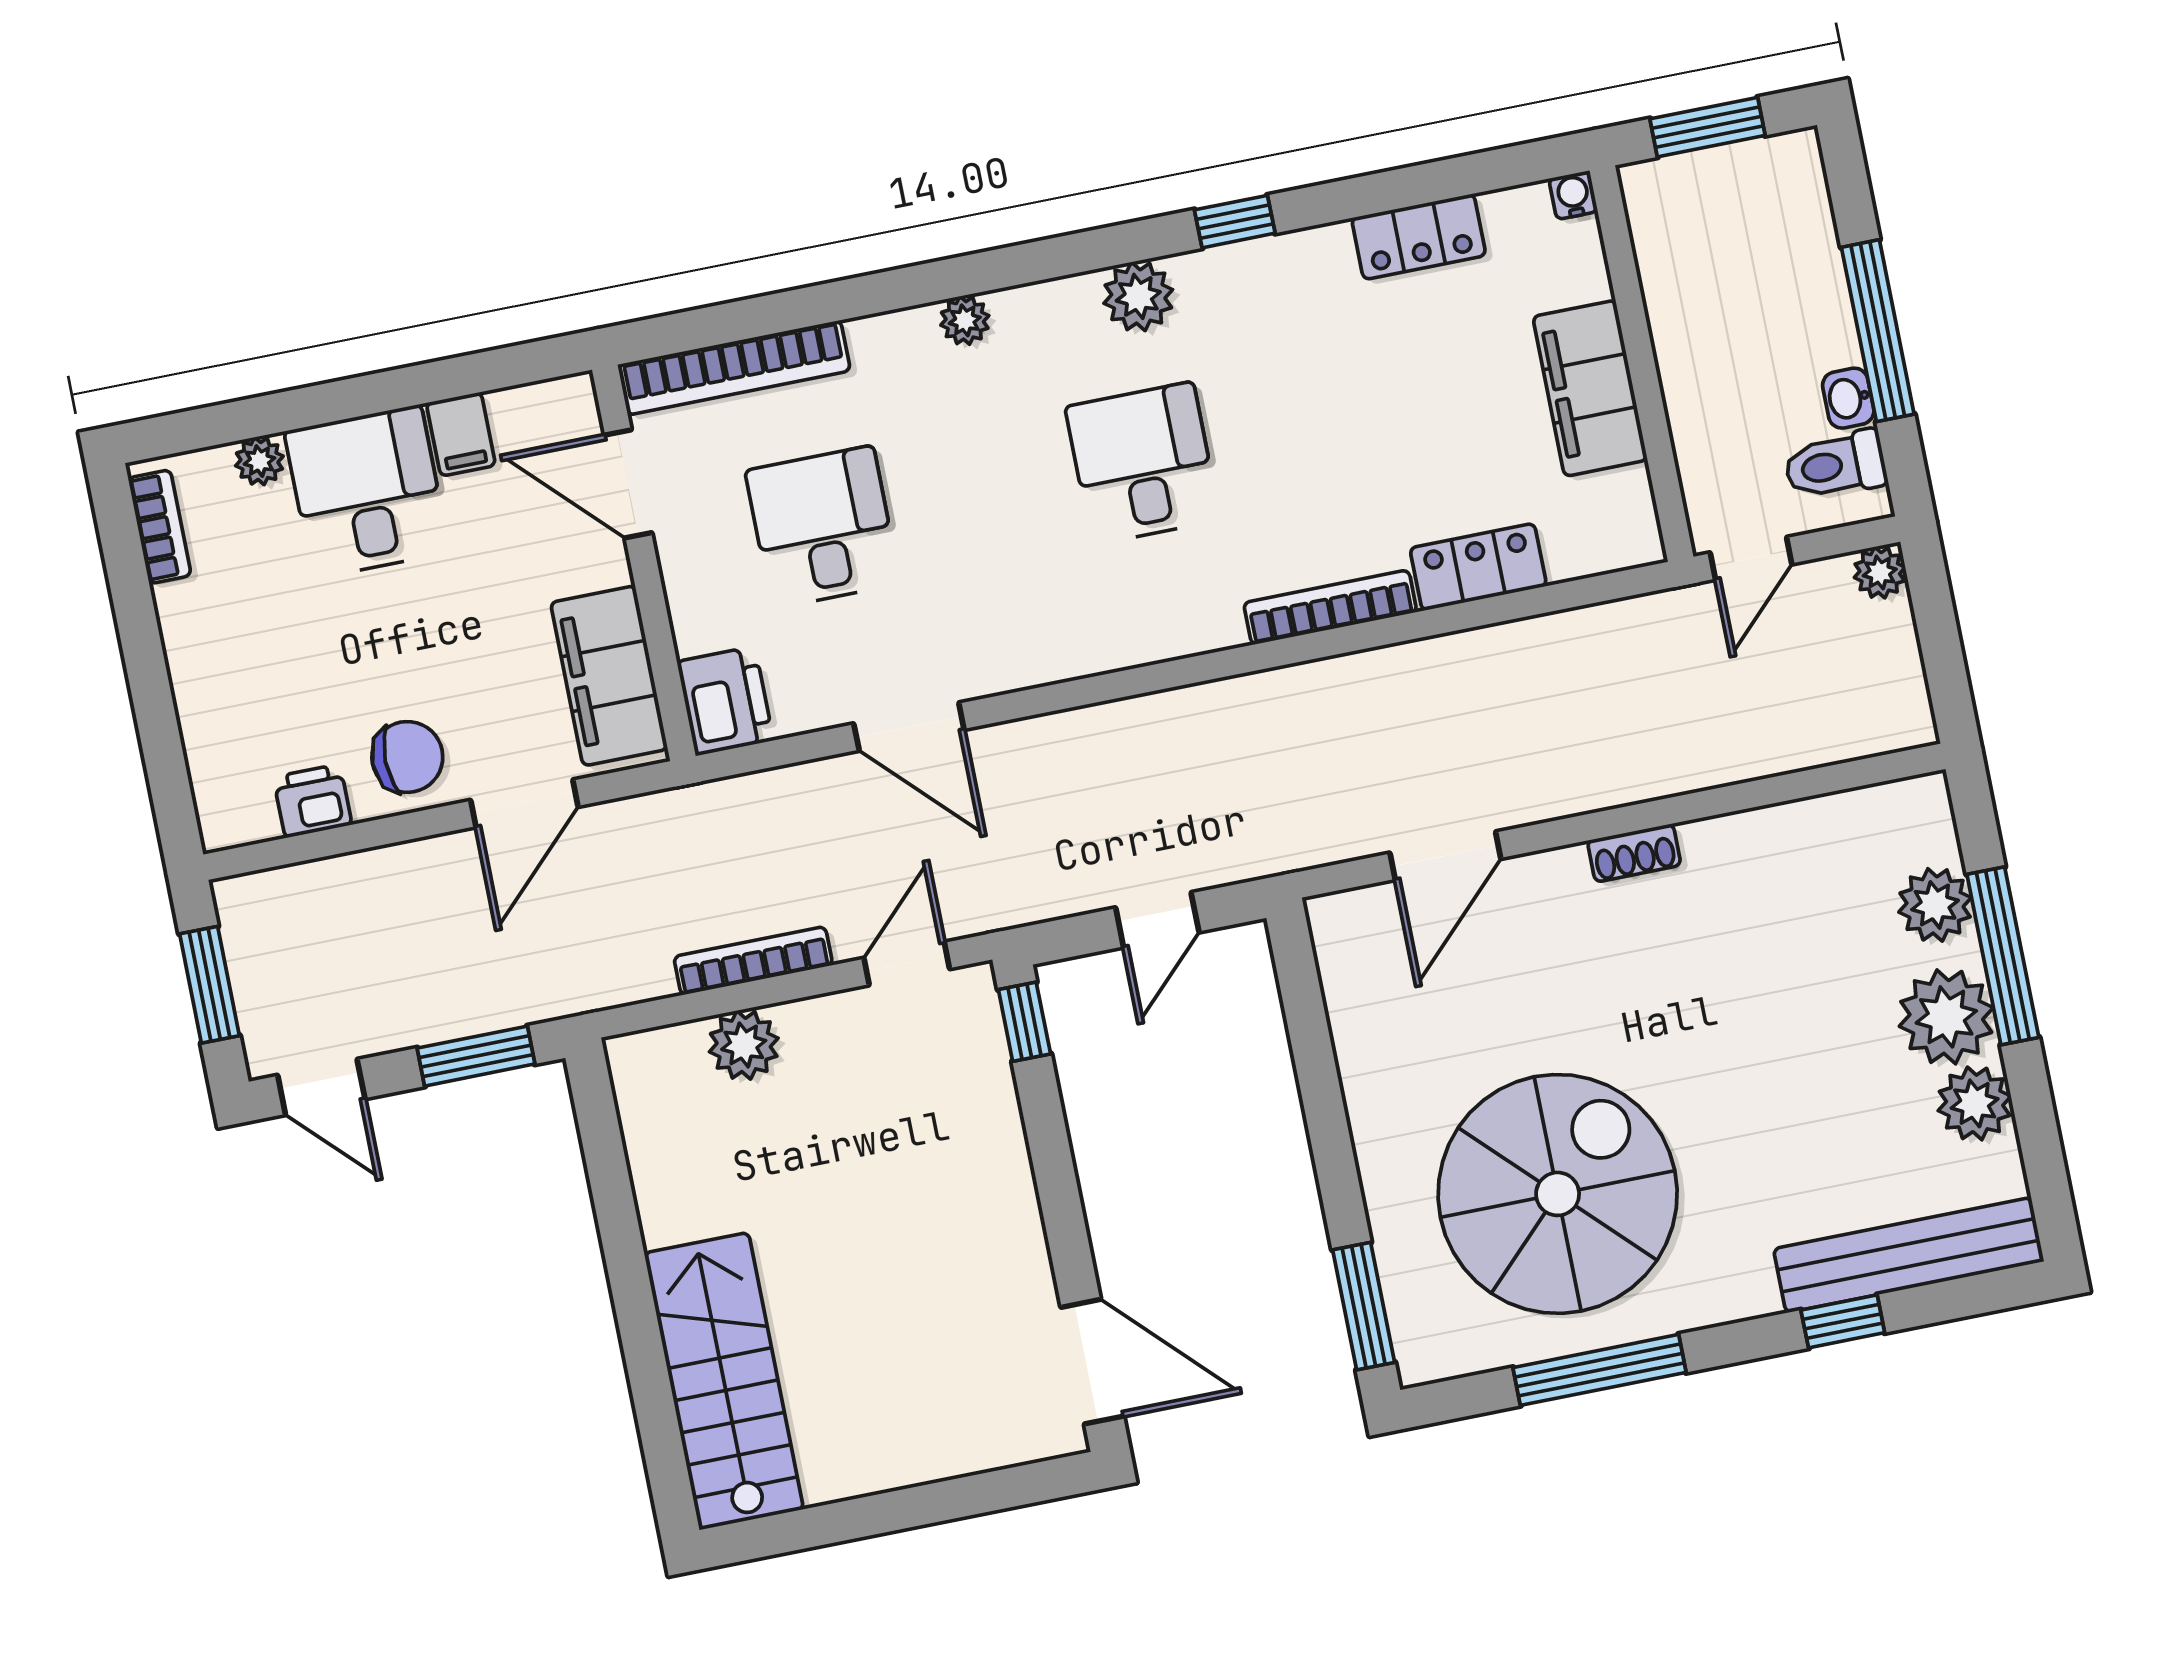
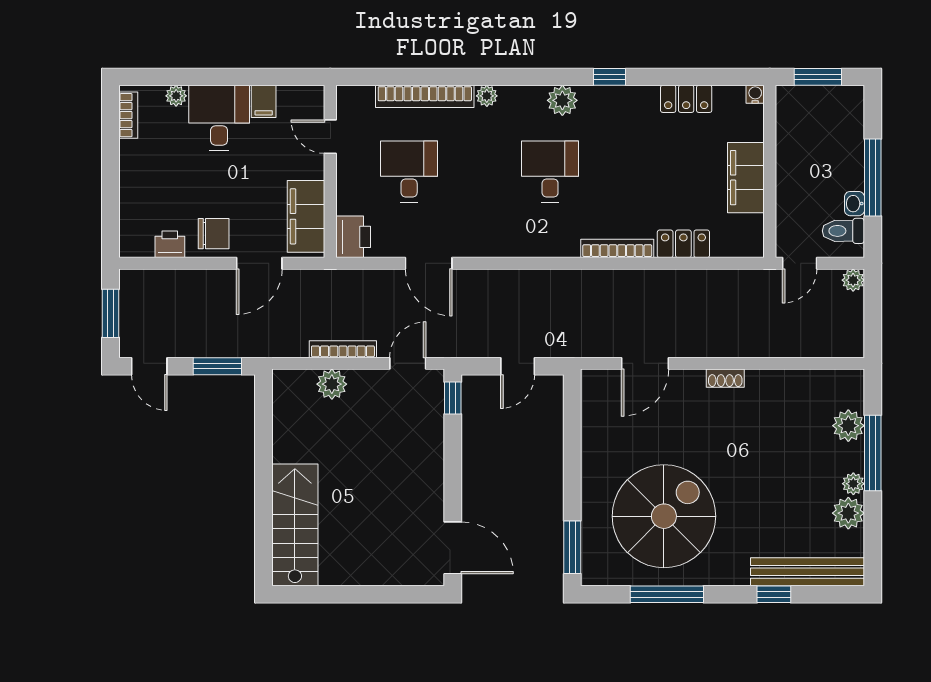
bookcase: (734, 368) -> (425, 96), moved
door: (628, 484) -> (330, 137), width x0.73
plant: (1946, 1017) -> (853, 484), width x0.53, depth x0.53

